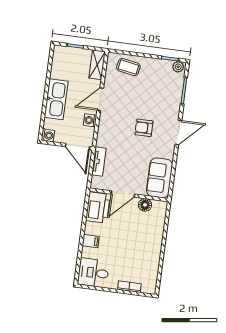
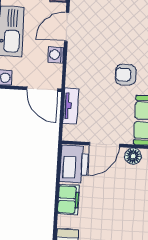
armchair: (144, 128) -> (126, 75), moved
filing cabinet: (91, 241) -> (68, 200), width x2.00

